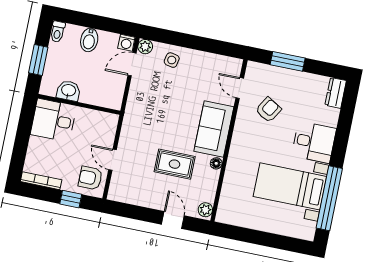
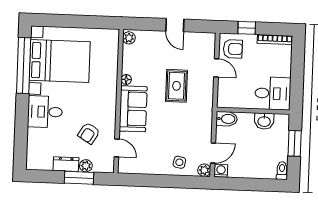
bidet: (89, 40) -> (227, 119), moved, turned 90
plant: (278, 74) -> (86, 166), added
dresser: (336, 93) -> (66, 164), moved, turned -90
rug: (175, 164) -> (176, 86), moved, turned 90
bed with nightstands: (290, 186) -> (60, 61), width x1.36
door: (173, 220) -> (175, 25), moved

